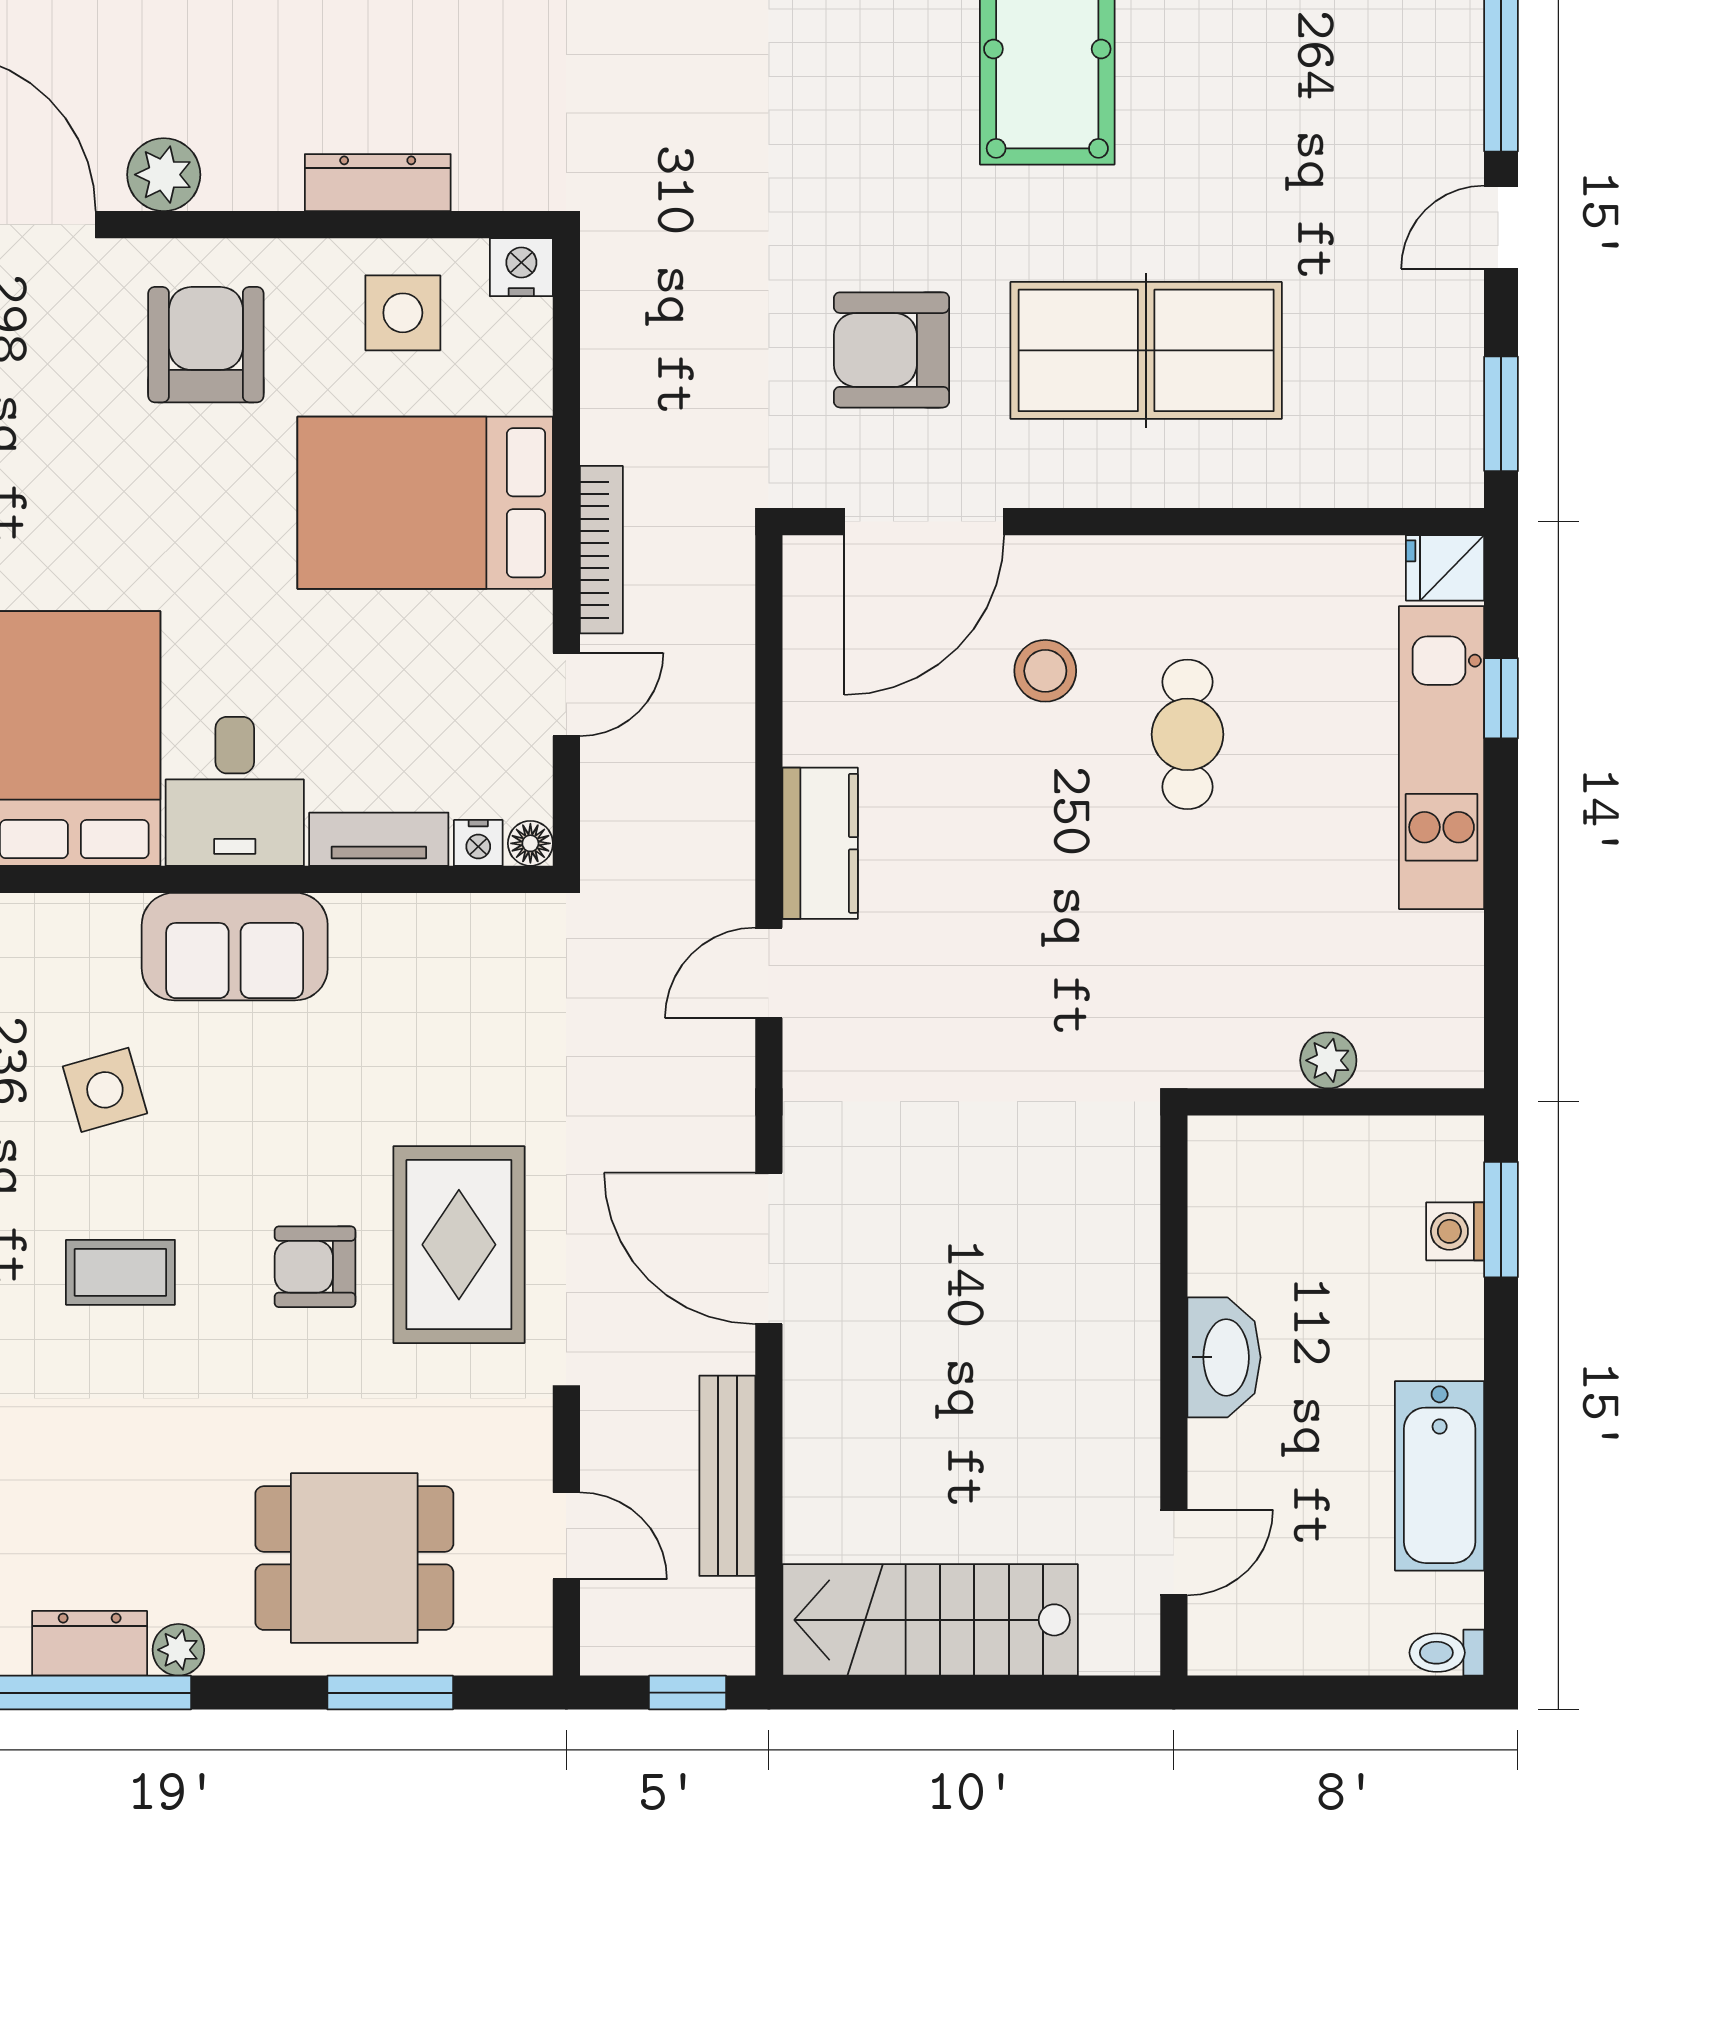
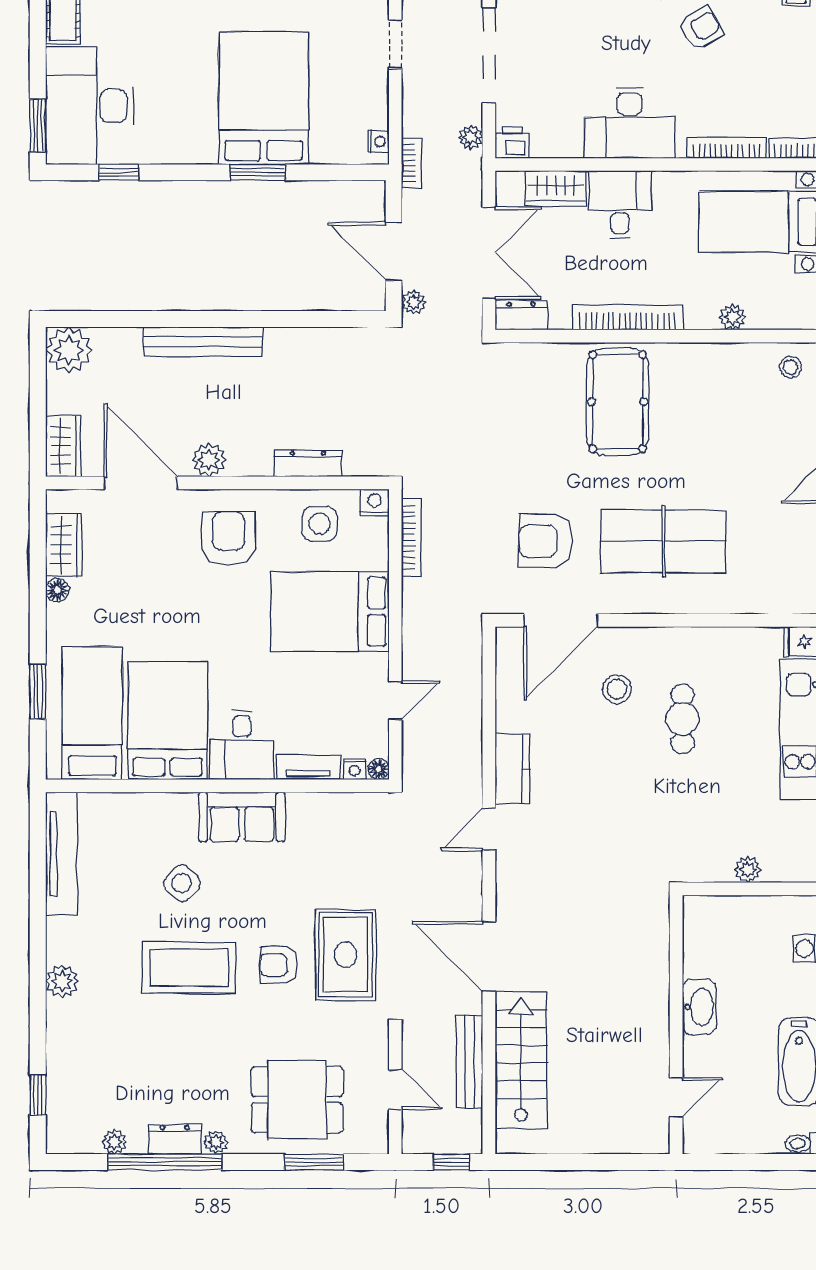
bookcase: (601, 550) -> (411, 537), moved
side table: (105, 1090) -> (182, 883), turned -31
coffee table: (120, 1272) -> (189, 968), width x1.86, depth x1.72
stairs: (930, 1620) -> (521, 1060), moved, turned 90

